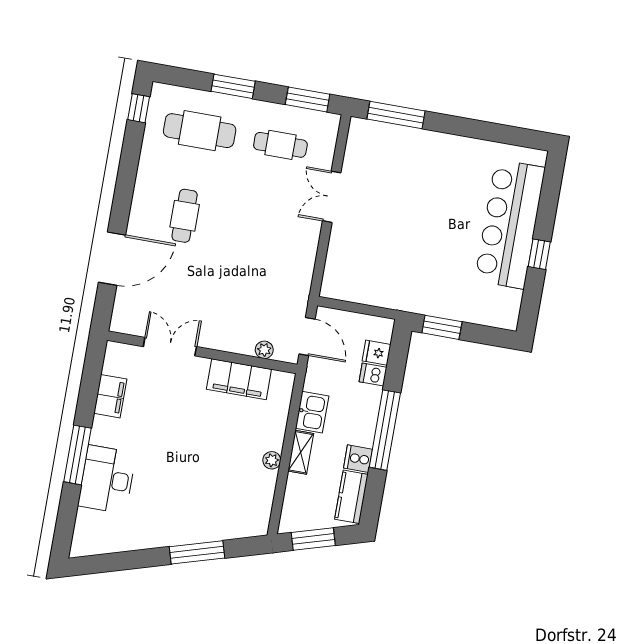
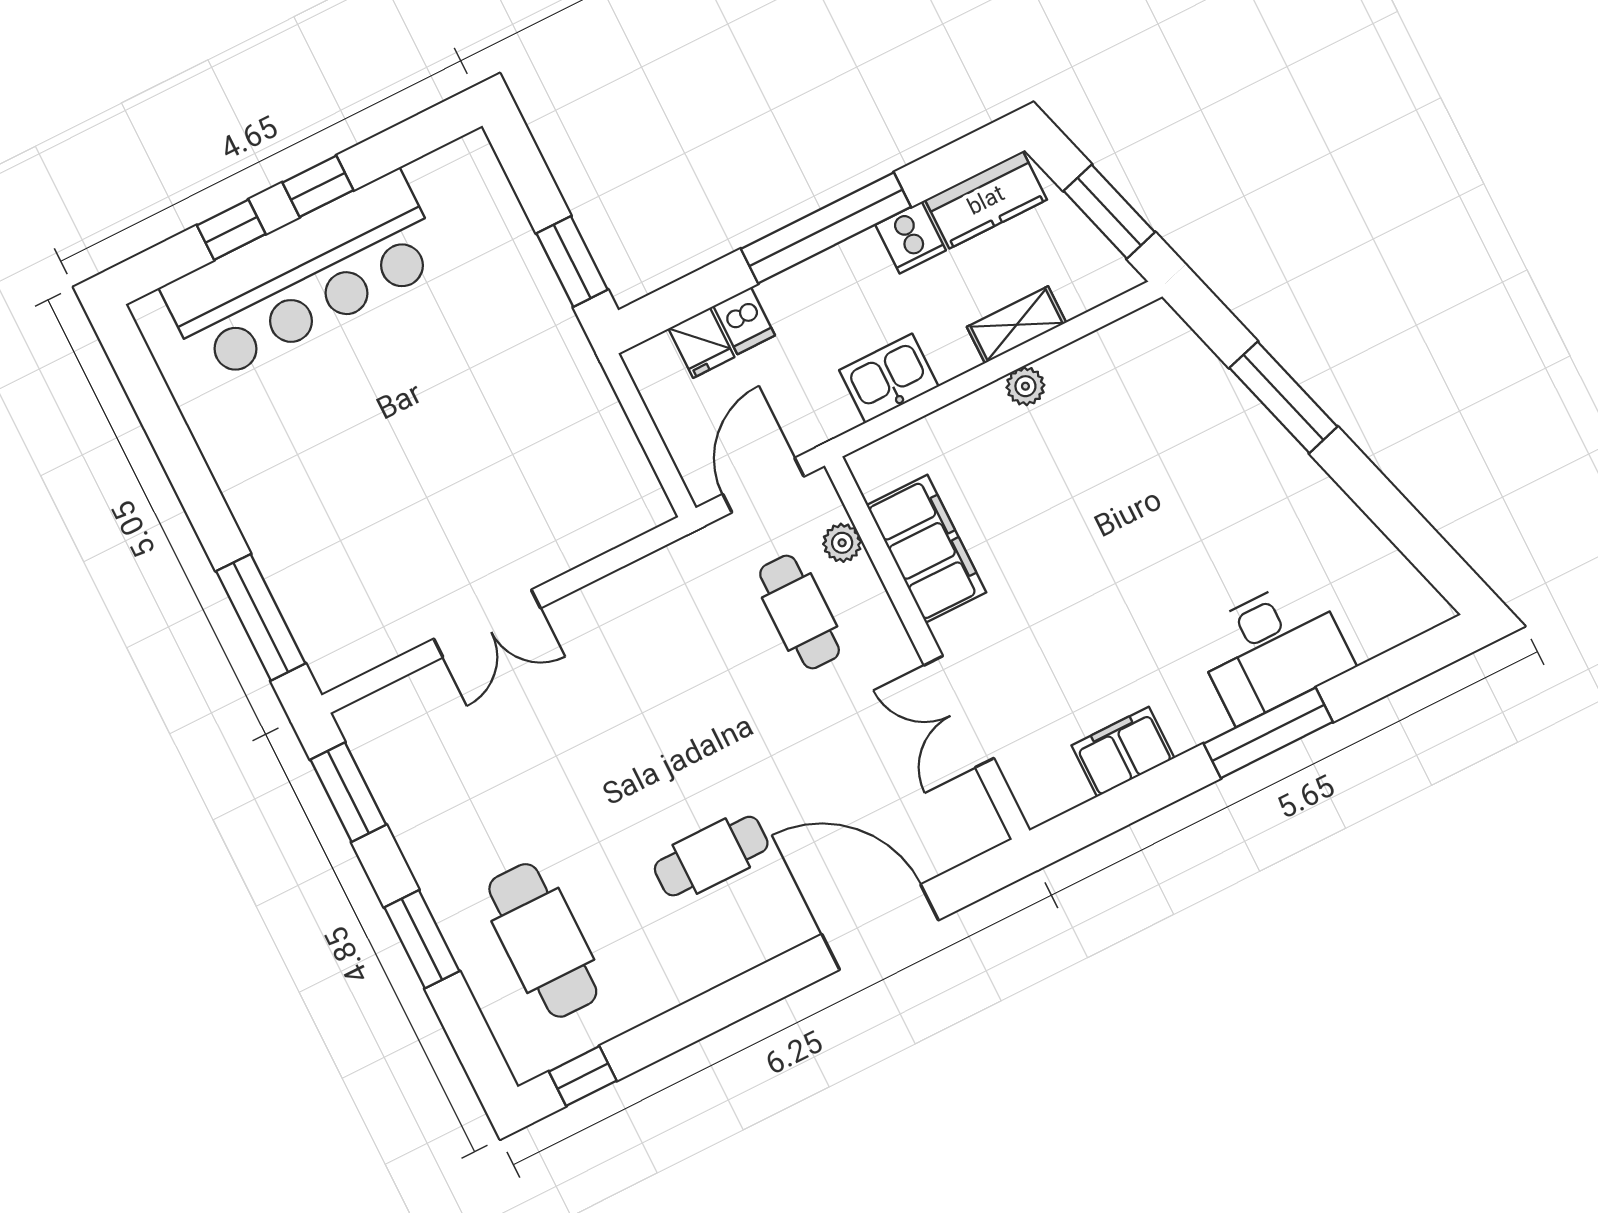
cafe table: (280, 145) -> (800, 612), moved
window: (547, 210) -> (231, 230), added
shelving: (301, 452) -> (1017, 325), moved

